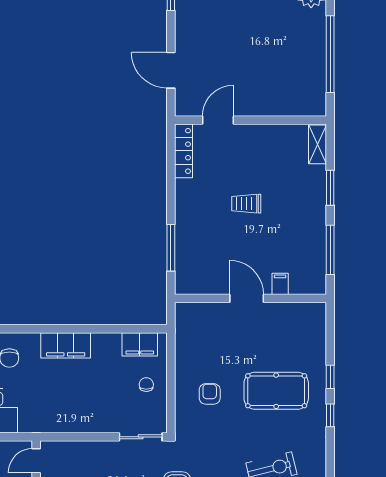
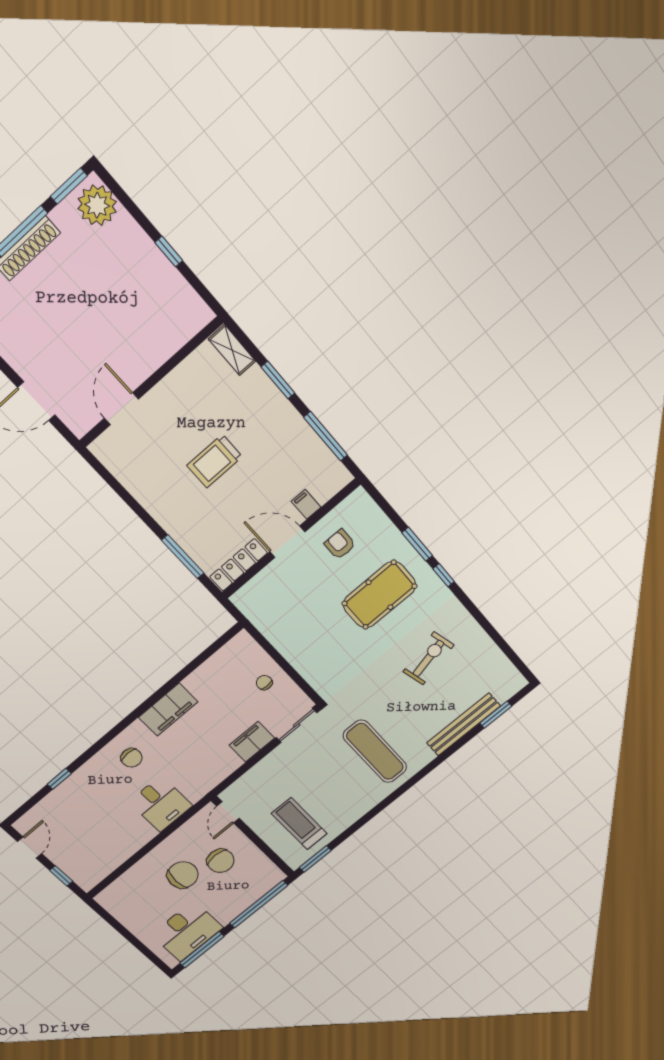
window: (330, 54) -> (169, 251), width x0.32
locker: (184, 151) -> (238, 565), moved, turned -90
trolley: (246, 204) -> (215, 461), width x1.36, depth x1.39
filing cabinet: (140, 344) -> (252, 742), moved, turned 180
window: (330, 377) -> (417, 544), width x1.50
armchair: (210, 394) -> (340, 544), moved

